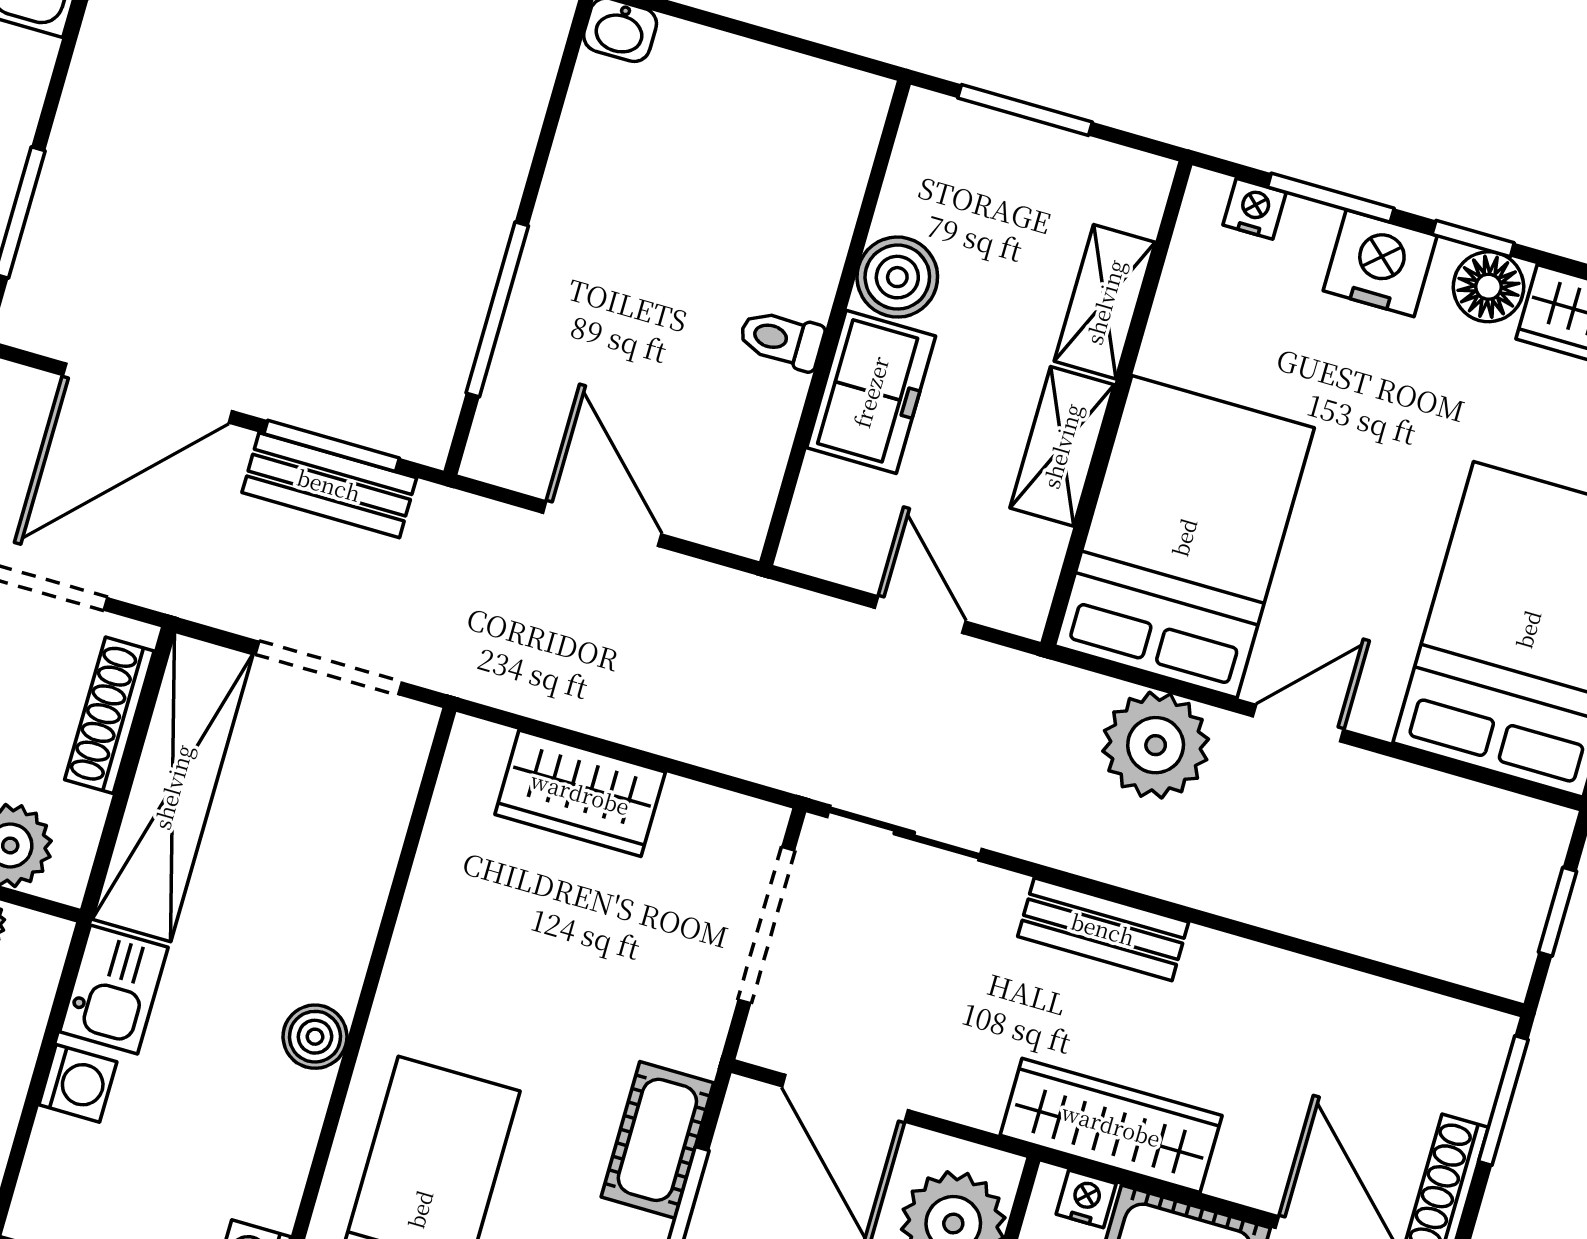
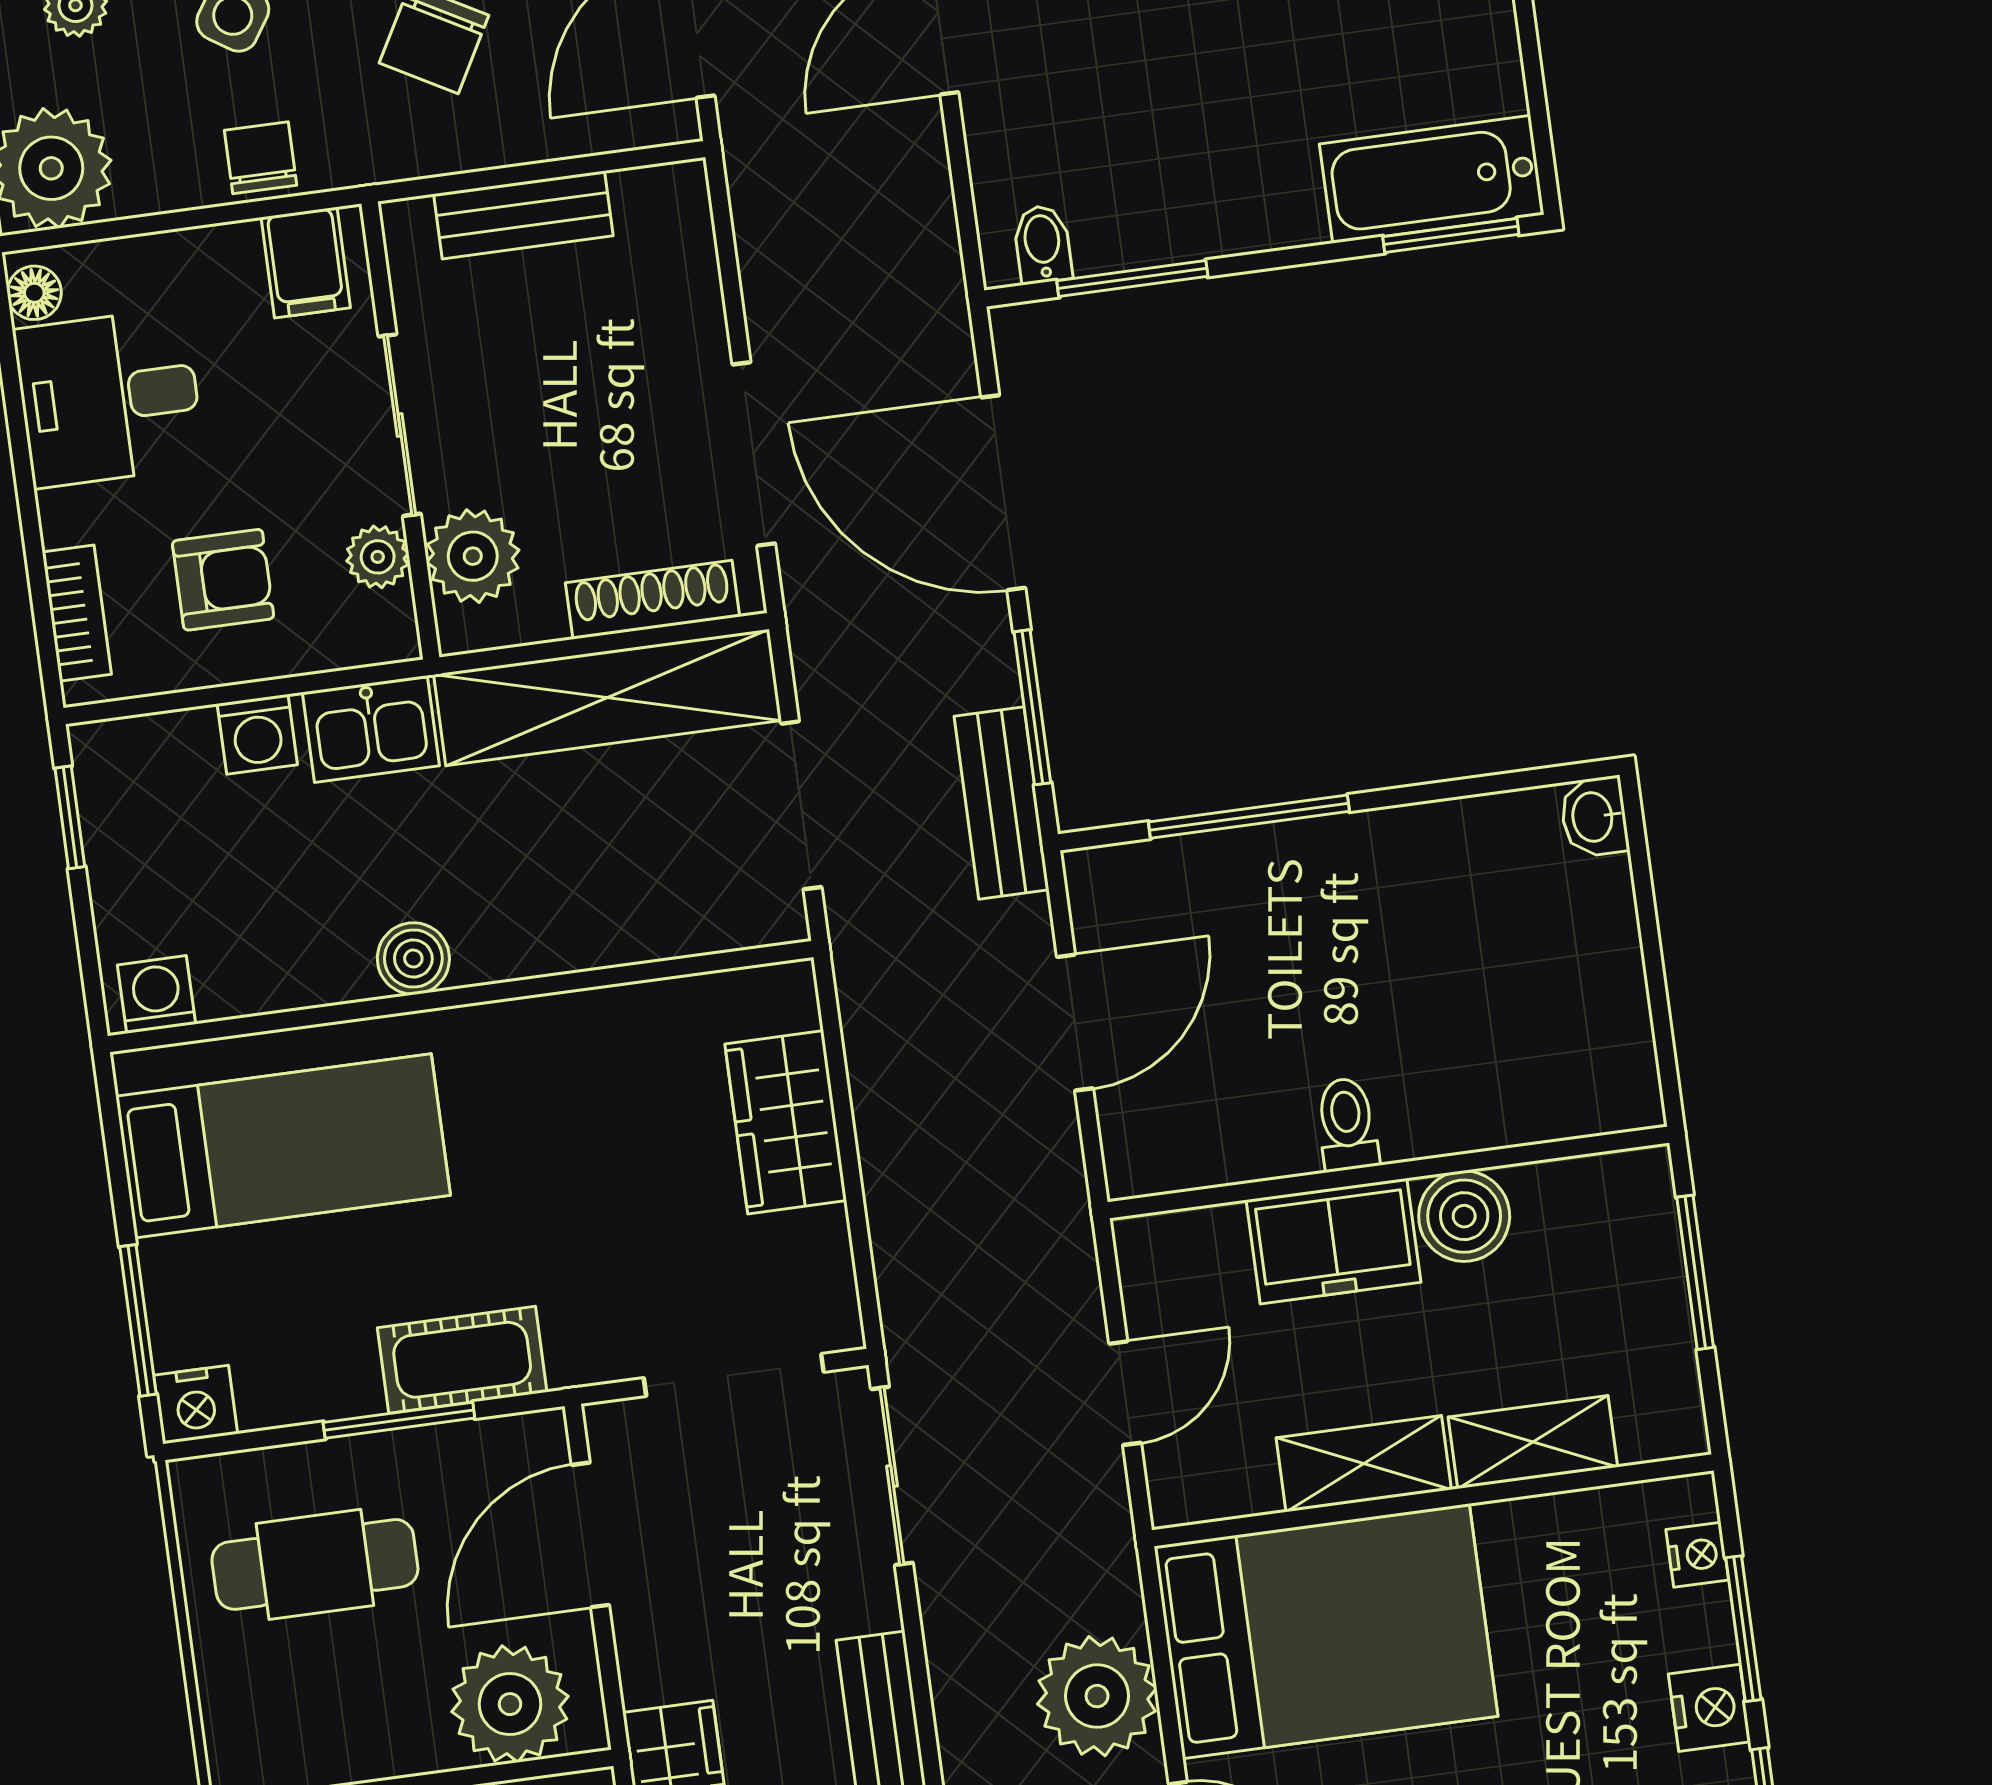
nightstand: (1380, 263) -> (1709, 1708), width x0.74, depth x0.75
bench: (329, 485) -> (1002, 803), moved

